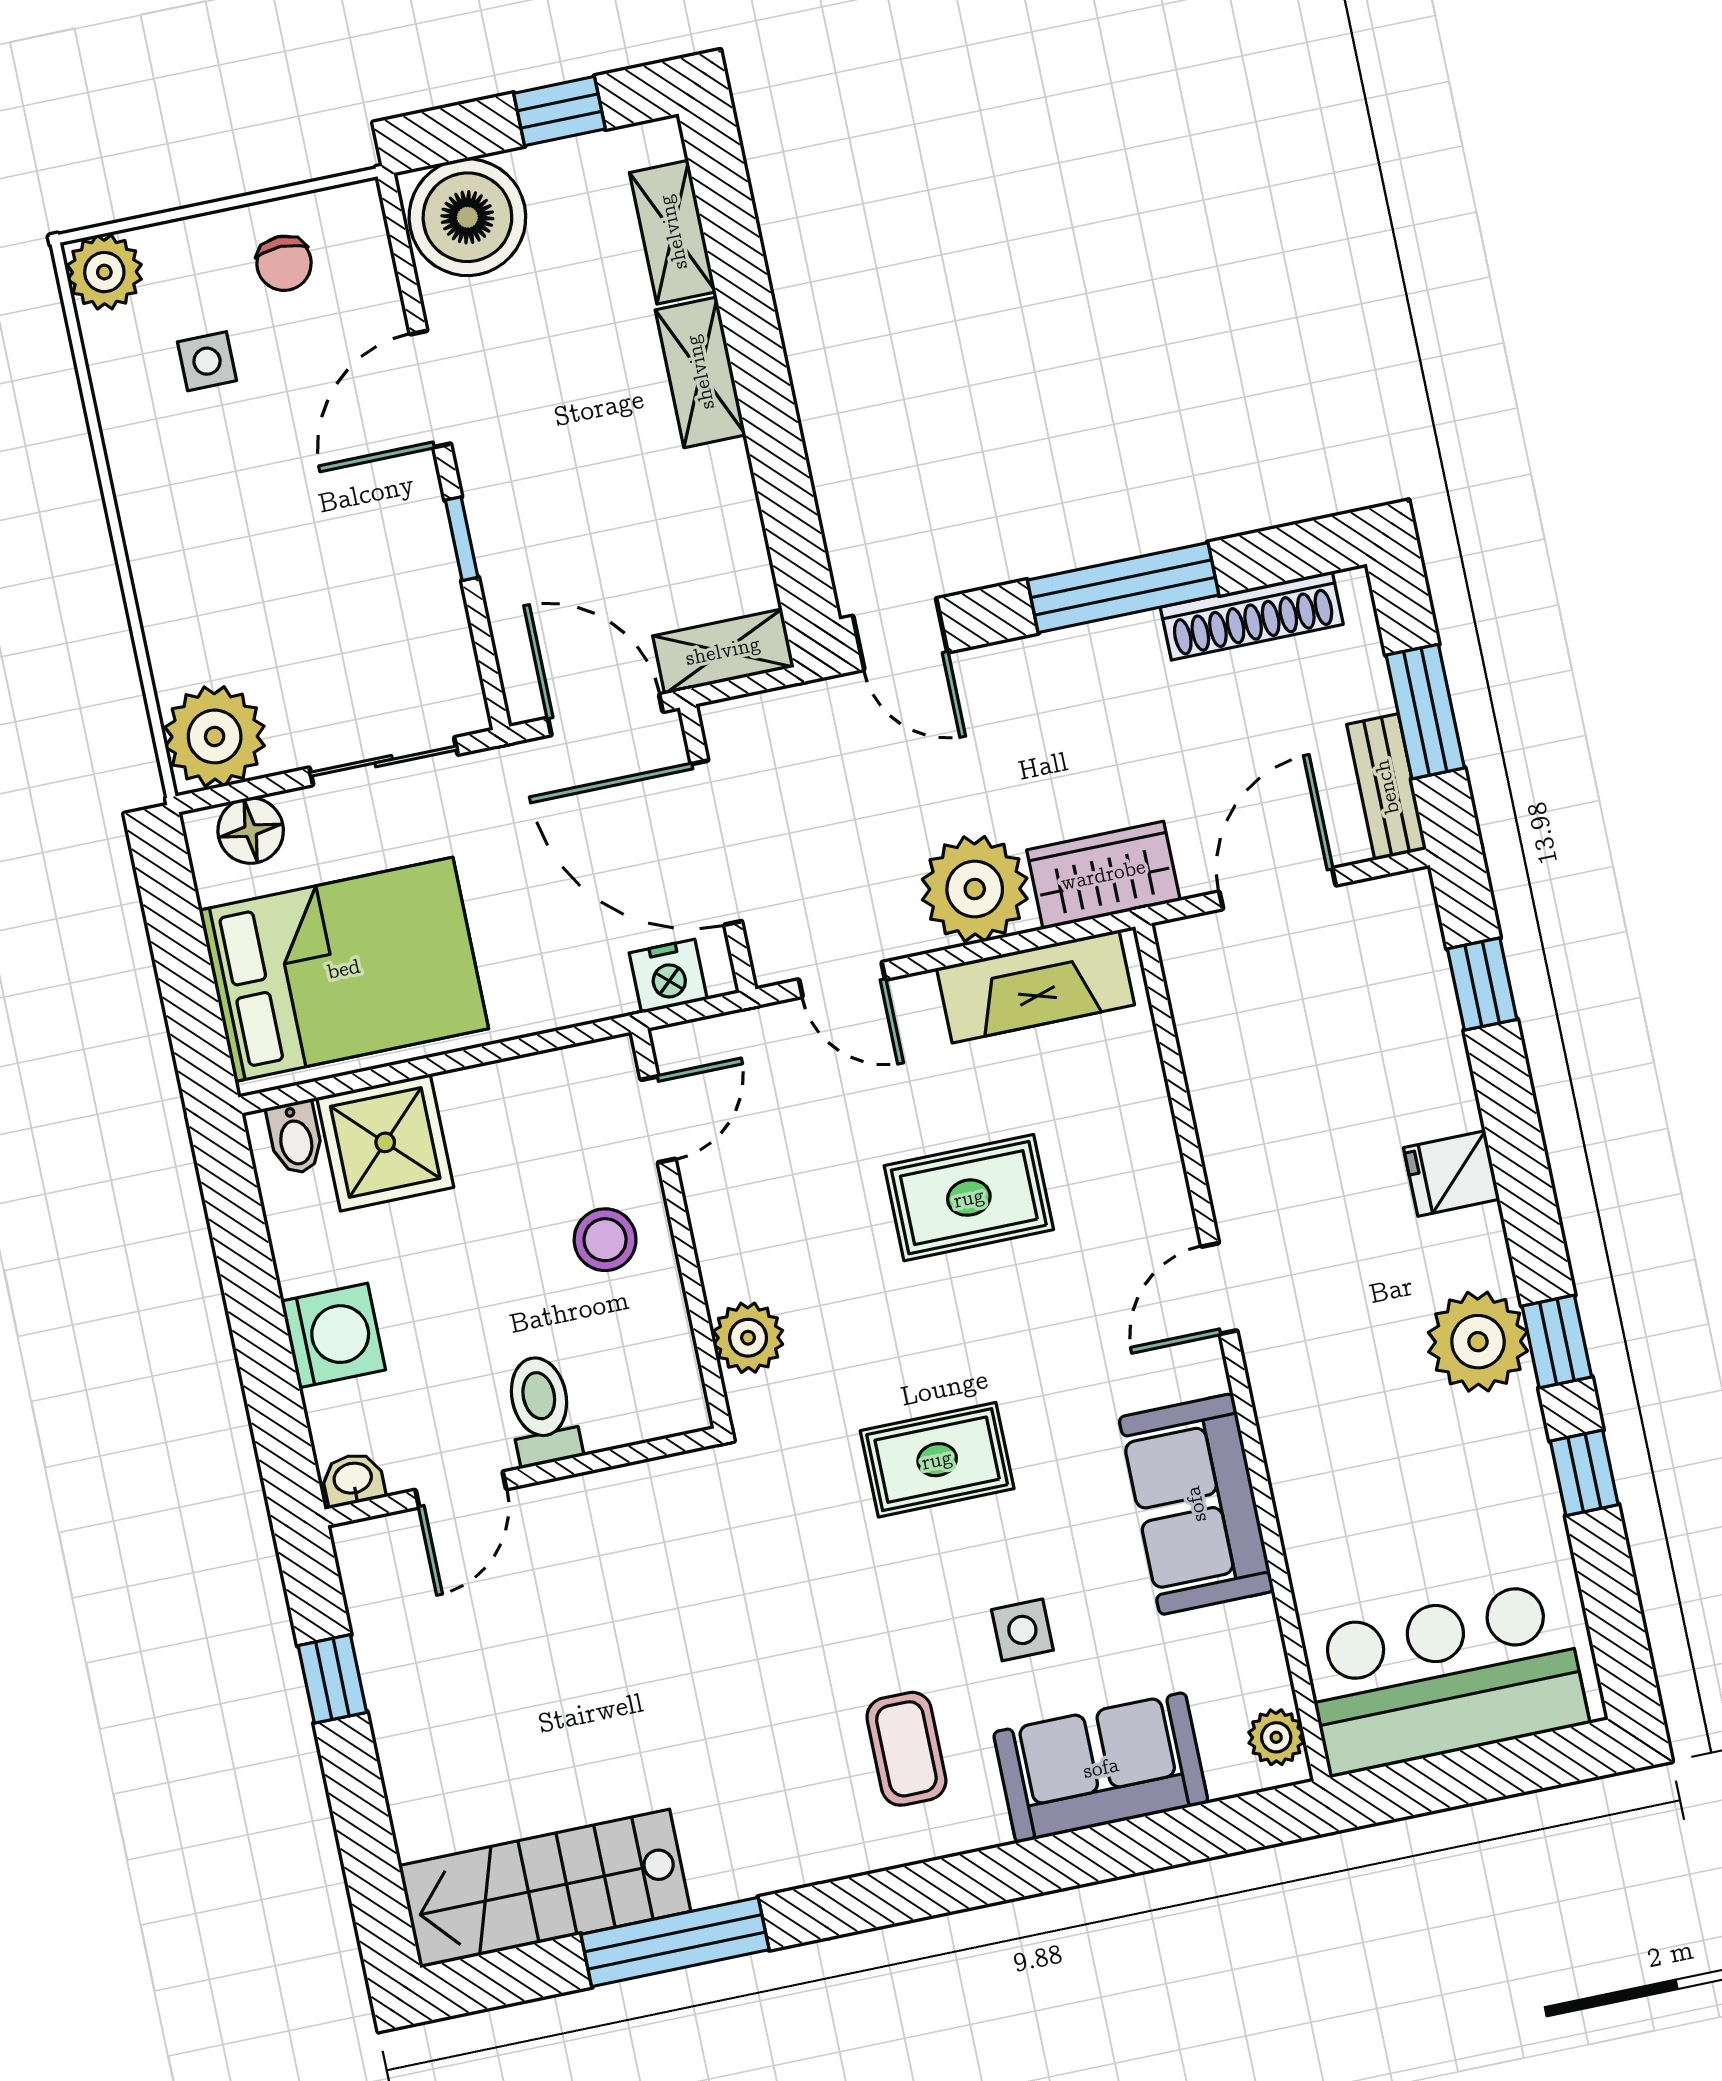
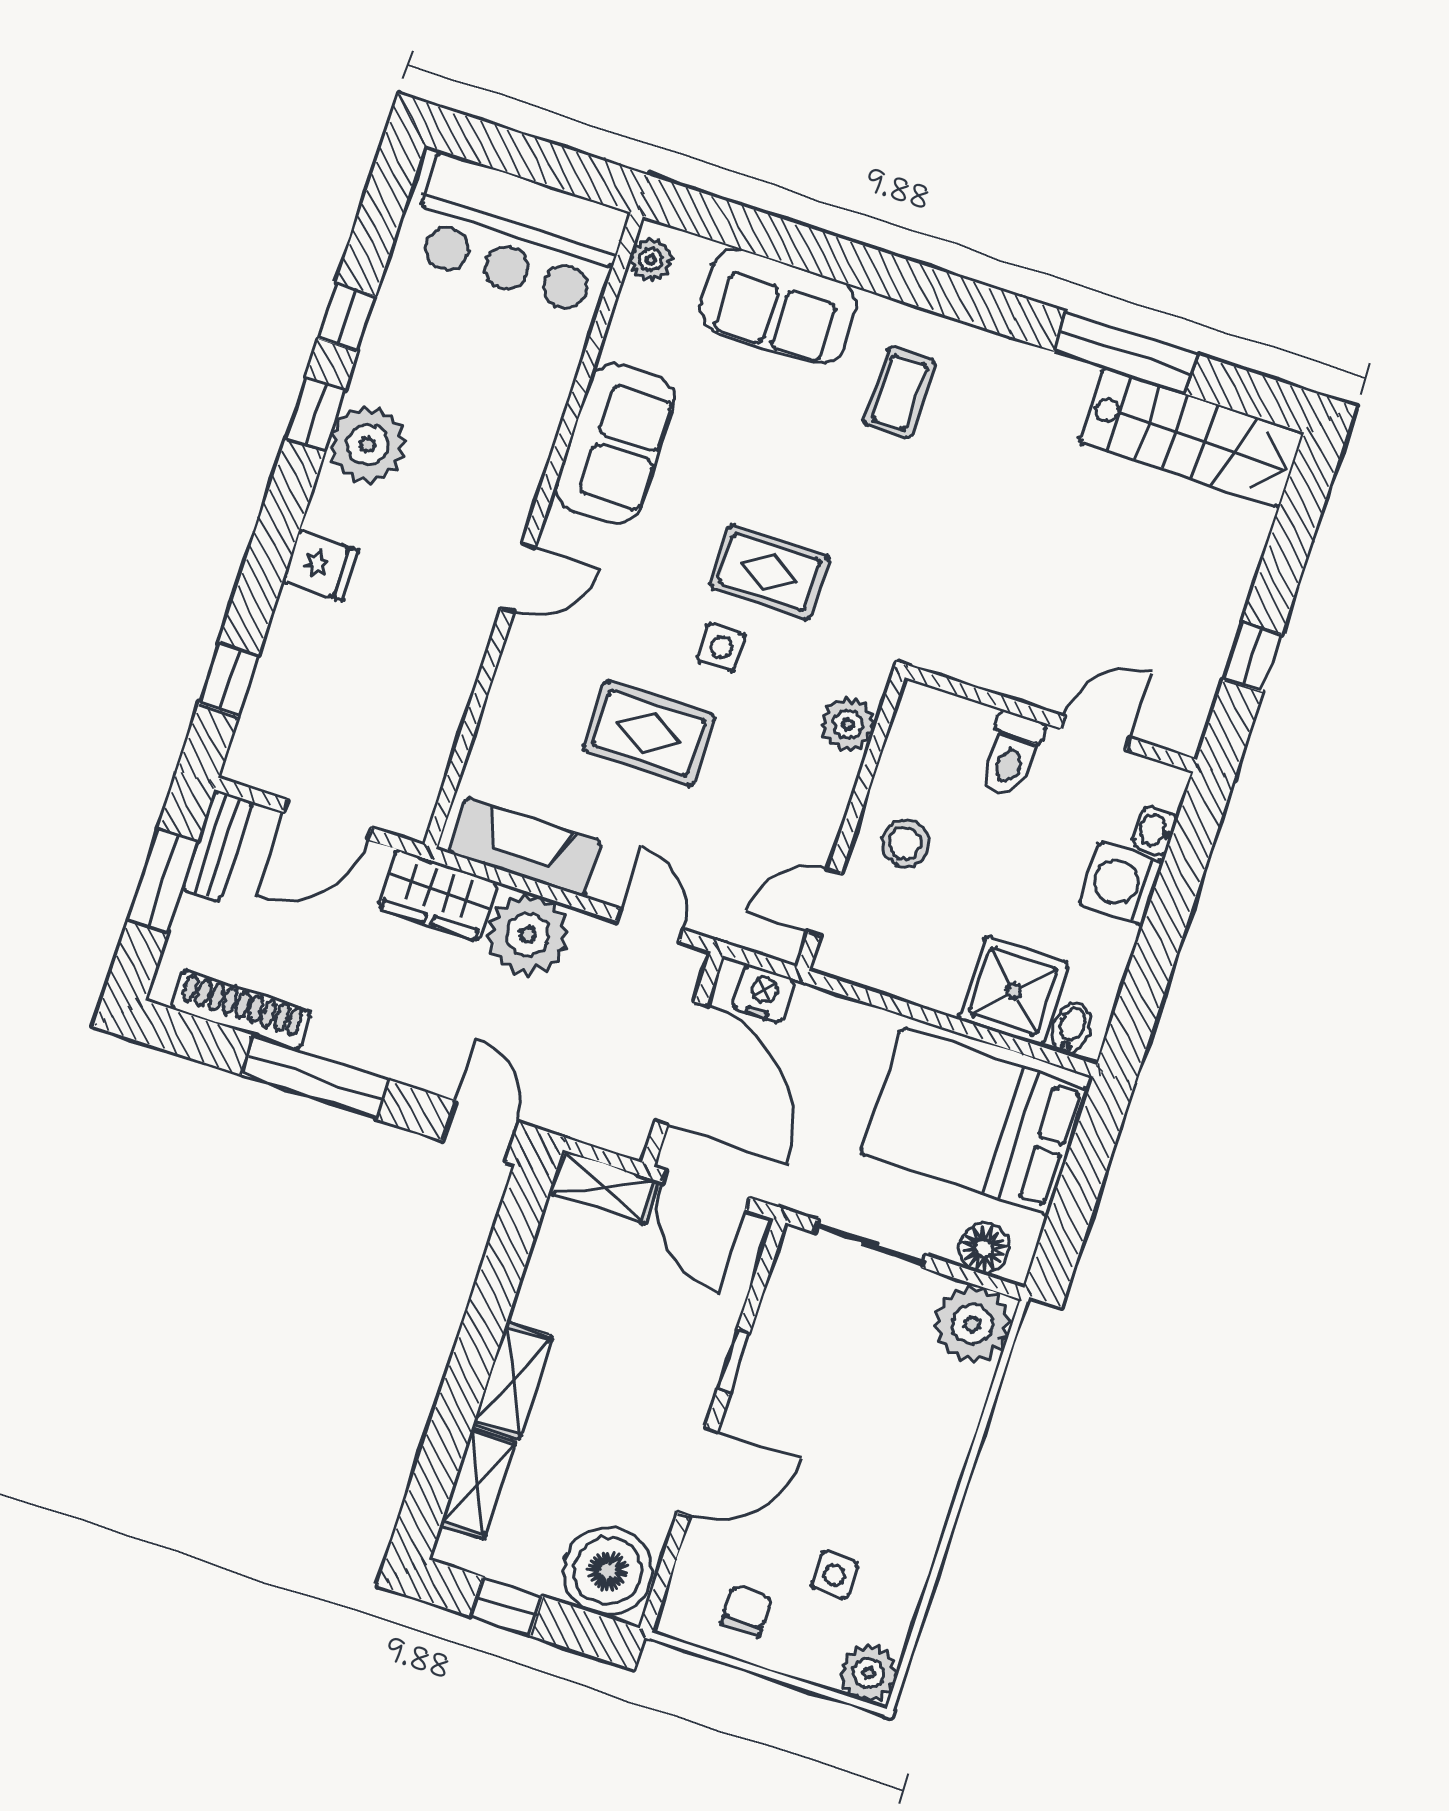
washbasin: (353, 1480) -> (1155, 831), moved, turned 90
side table: (1022, 1630) -> (721, 647), moved

